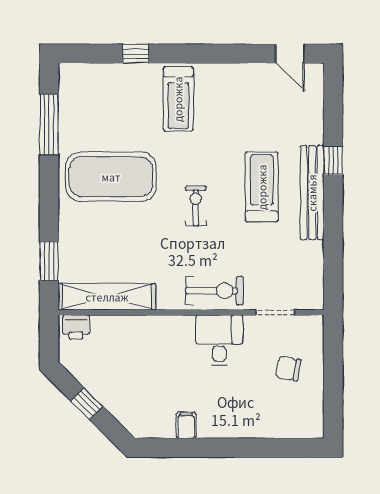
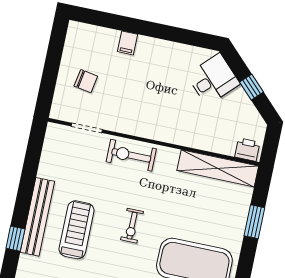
treadmill: (262, 187) -> (77, 230), turned 180
window: (49, 261) -> (254, 222), moved
desk: (219, 340) -> (213, 79), moved, turned -135
filing cabinet: (186, 425) -> (127, 43), moved

